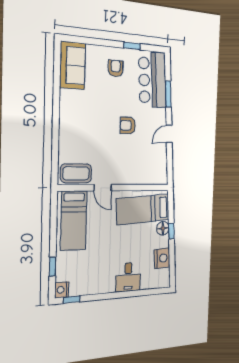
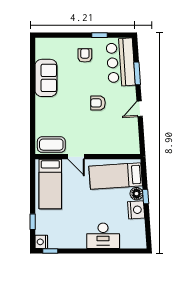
sofa: (73, 65) -> (46, 78), moved
nightstand: (162, 258) -> (136, 210), moved
desk: (128, 277) -> (103, 236), width x1.37

